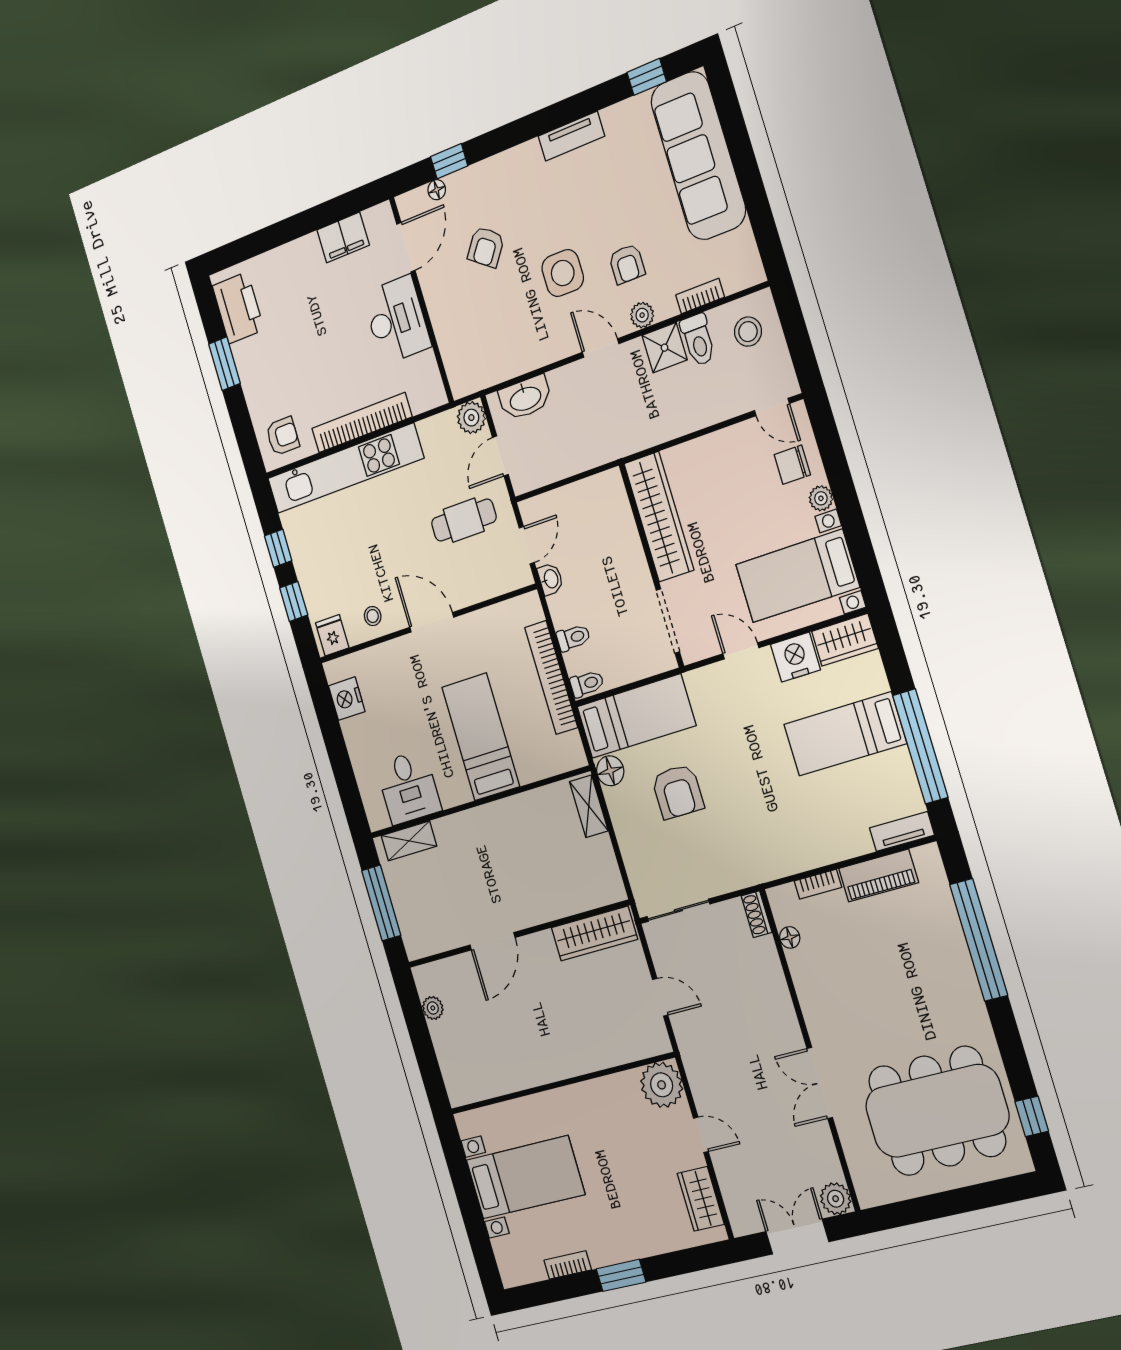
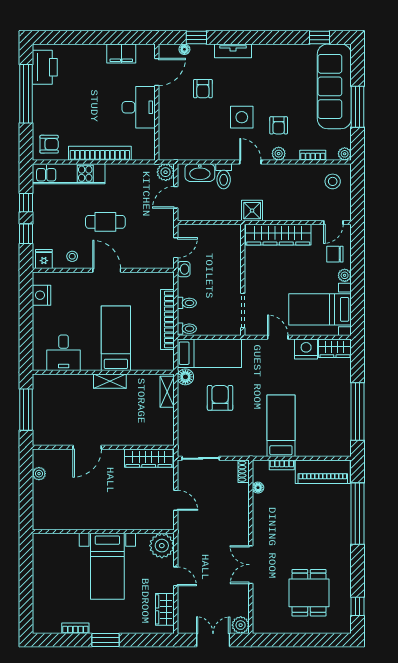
tv unit: (571, 136) -> (233, 51), moved
window: (749, 177) -> (357, 107), added
armchair: (486, 247) -> (203, 89), turned -36
plant: (753, 273) -> (345, 154), added
toilet: (698, 340) -> (224, 176), moved
shower: (665, 348) -> (252, 211), moved
window: (224, 364) -> (26, 94), width x2.11
door: (772, 407) -> (333, 222), hinge flipped
kitchen unit: (345, 468) -> (69, 174), width x0.73
wardrobe: (659, 517) -> (278, 235), moved, turned 90
cafe table: (464, 520) -> (105, 222), moved
bed: (845, 734) -> (281, 426), moved, turned 90
armchair: (678, 792) -> (220, 398), turned 180
tv unit: (902, 831) -> (335, 450), removed
shelving: (409, 841) -> (110, 381), moved
piano: (878, 875) -> (323, 472), width x1.37, depth x1.33
dining table: (937, 1111) -> (309, 593), width x0.53, depth x0.80
bed with nightstands: (525, 1177) -> (107, 566), moved, turned 90

